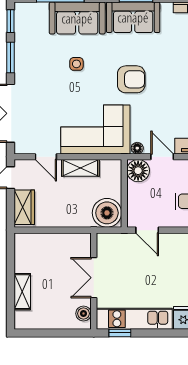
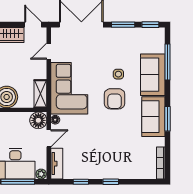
armchair: (131, 79) -> (115, 99), moved
shelving: (80, 168) -> (40, 94), moved

